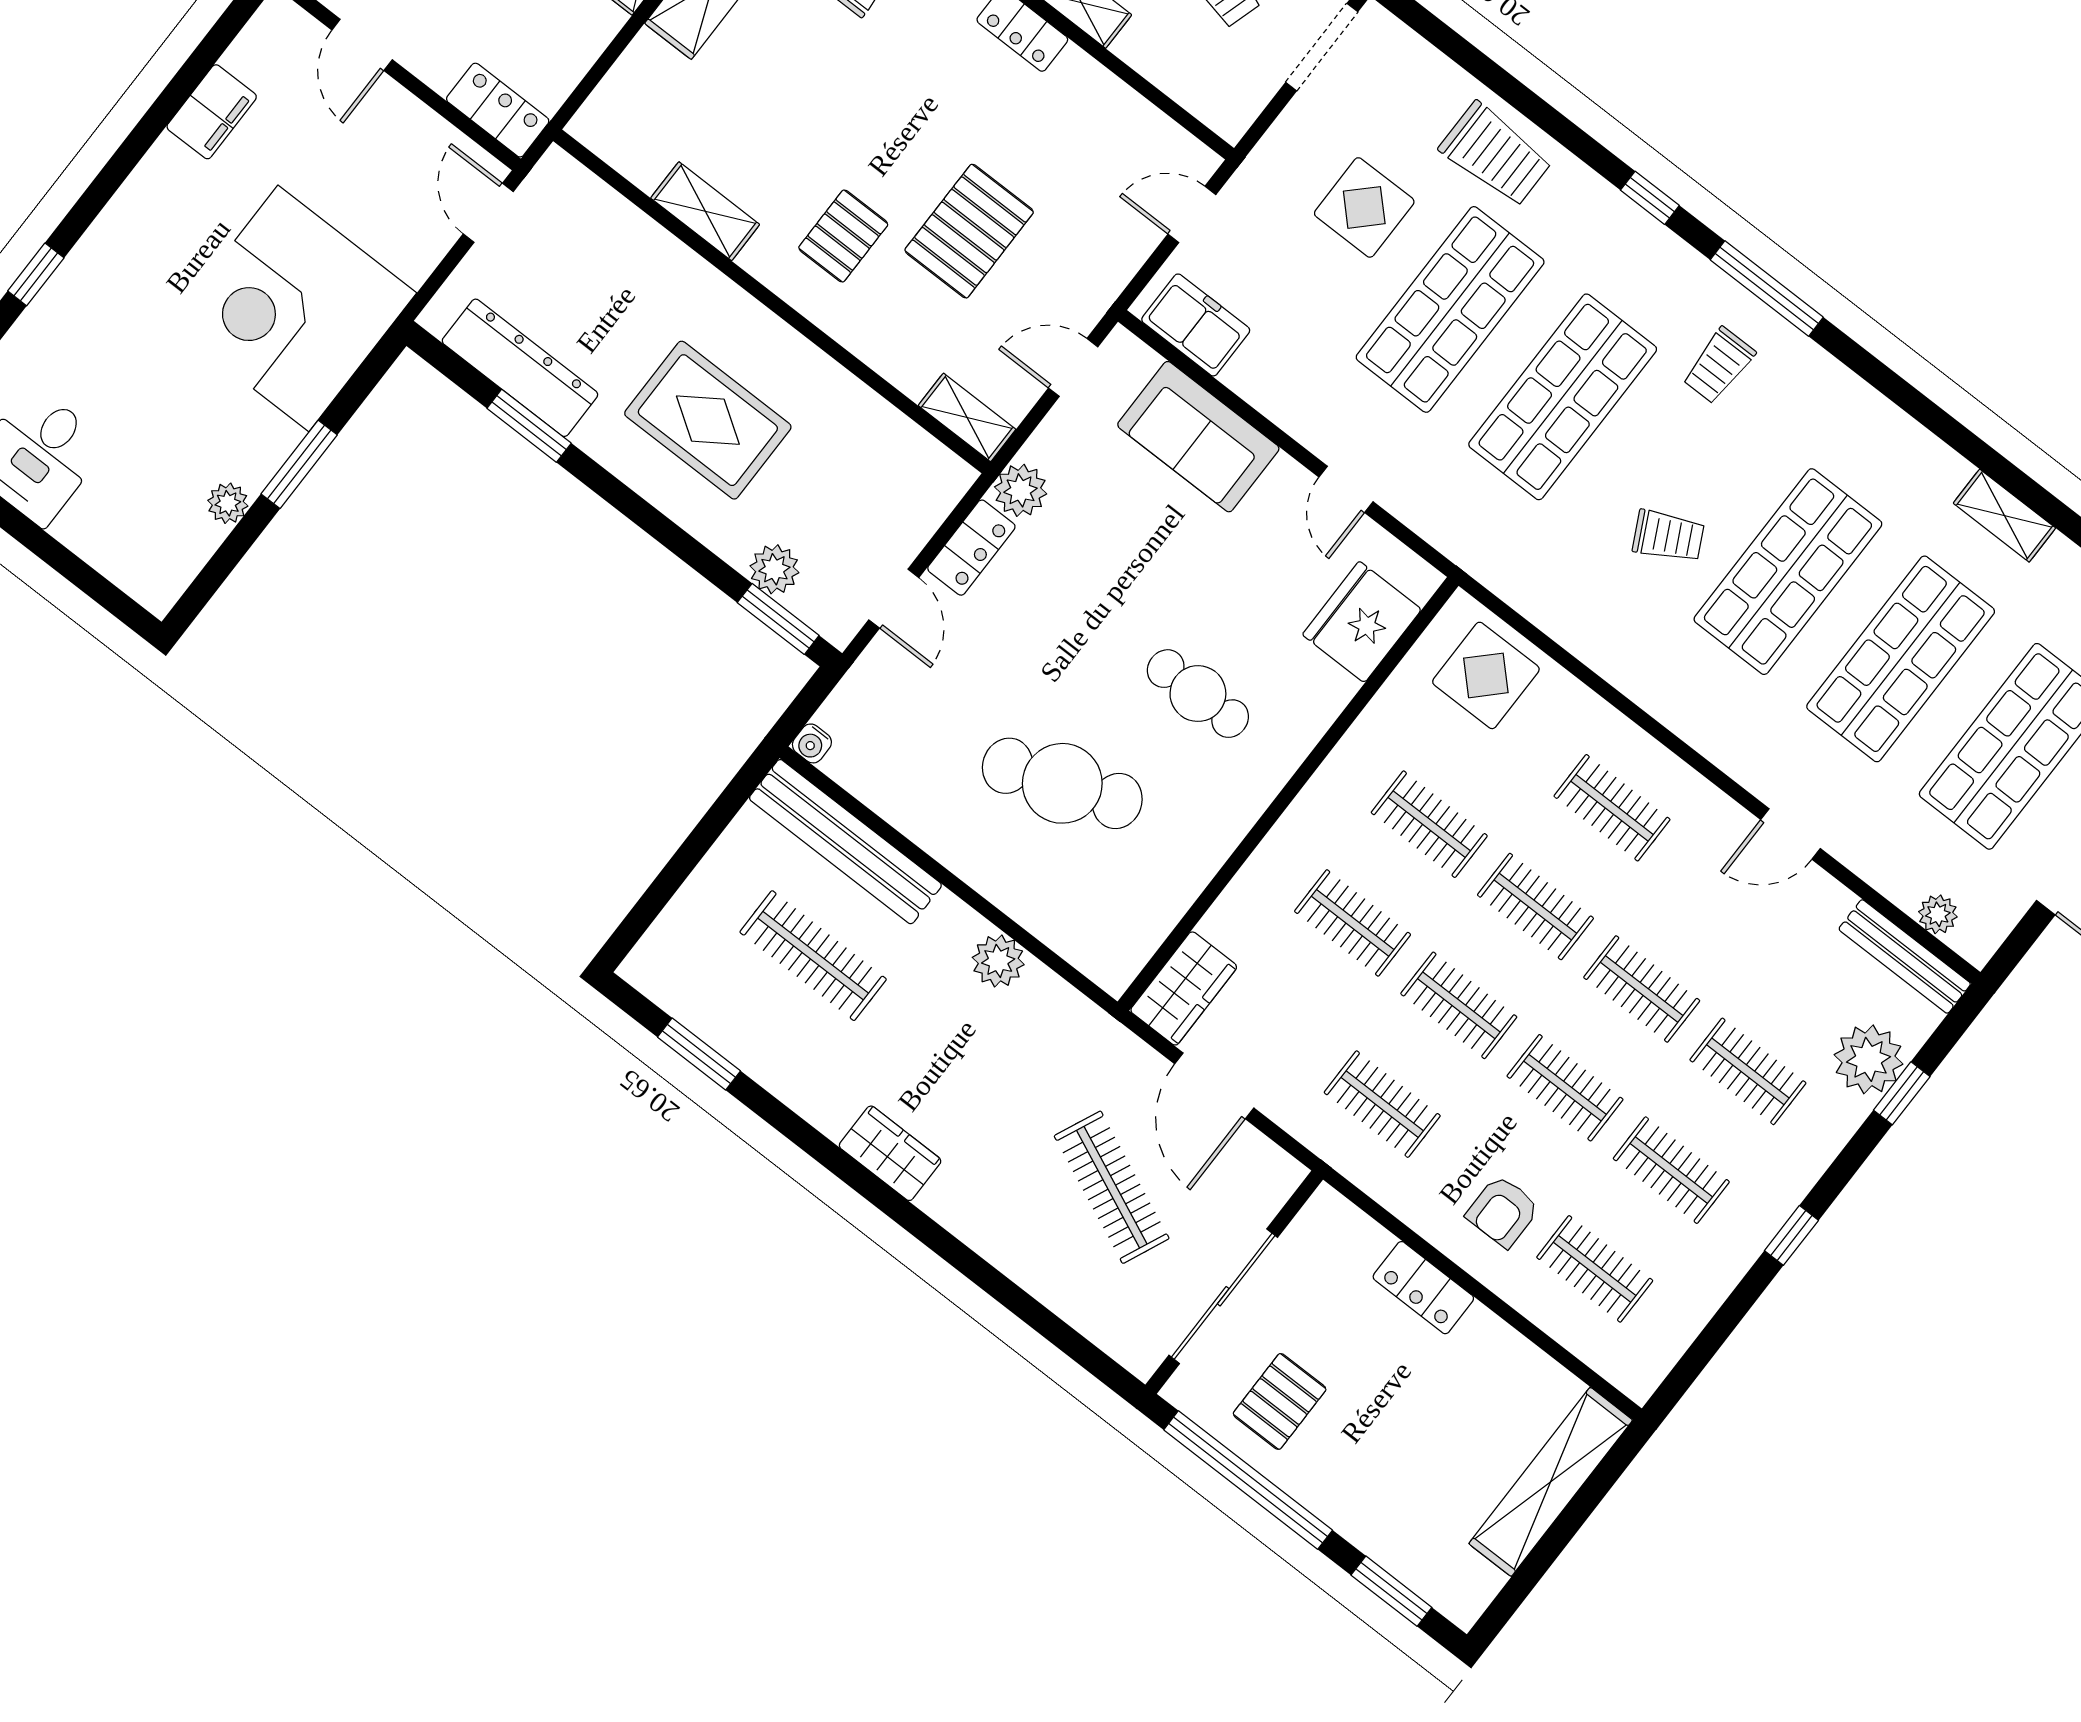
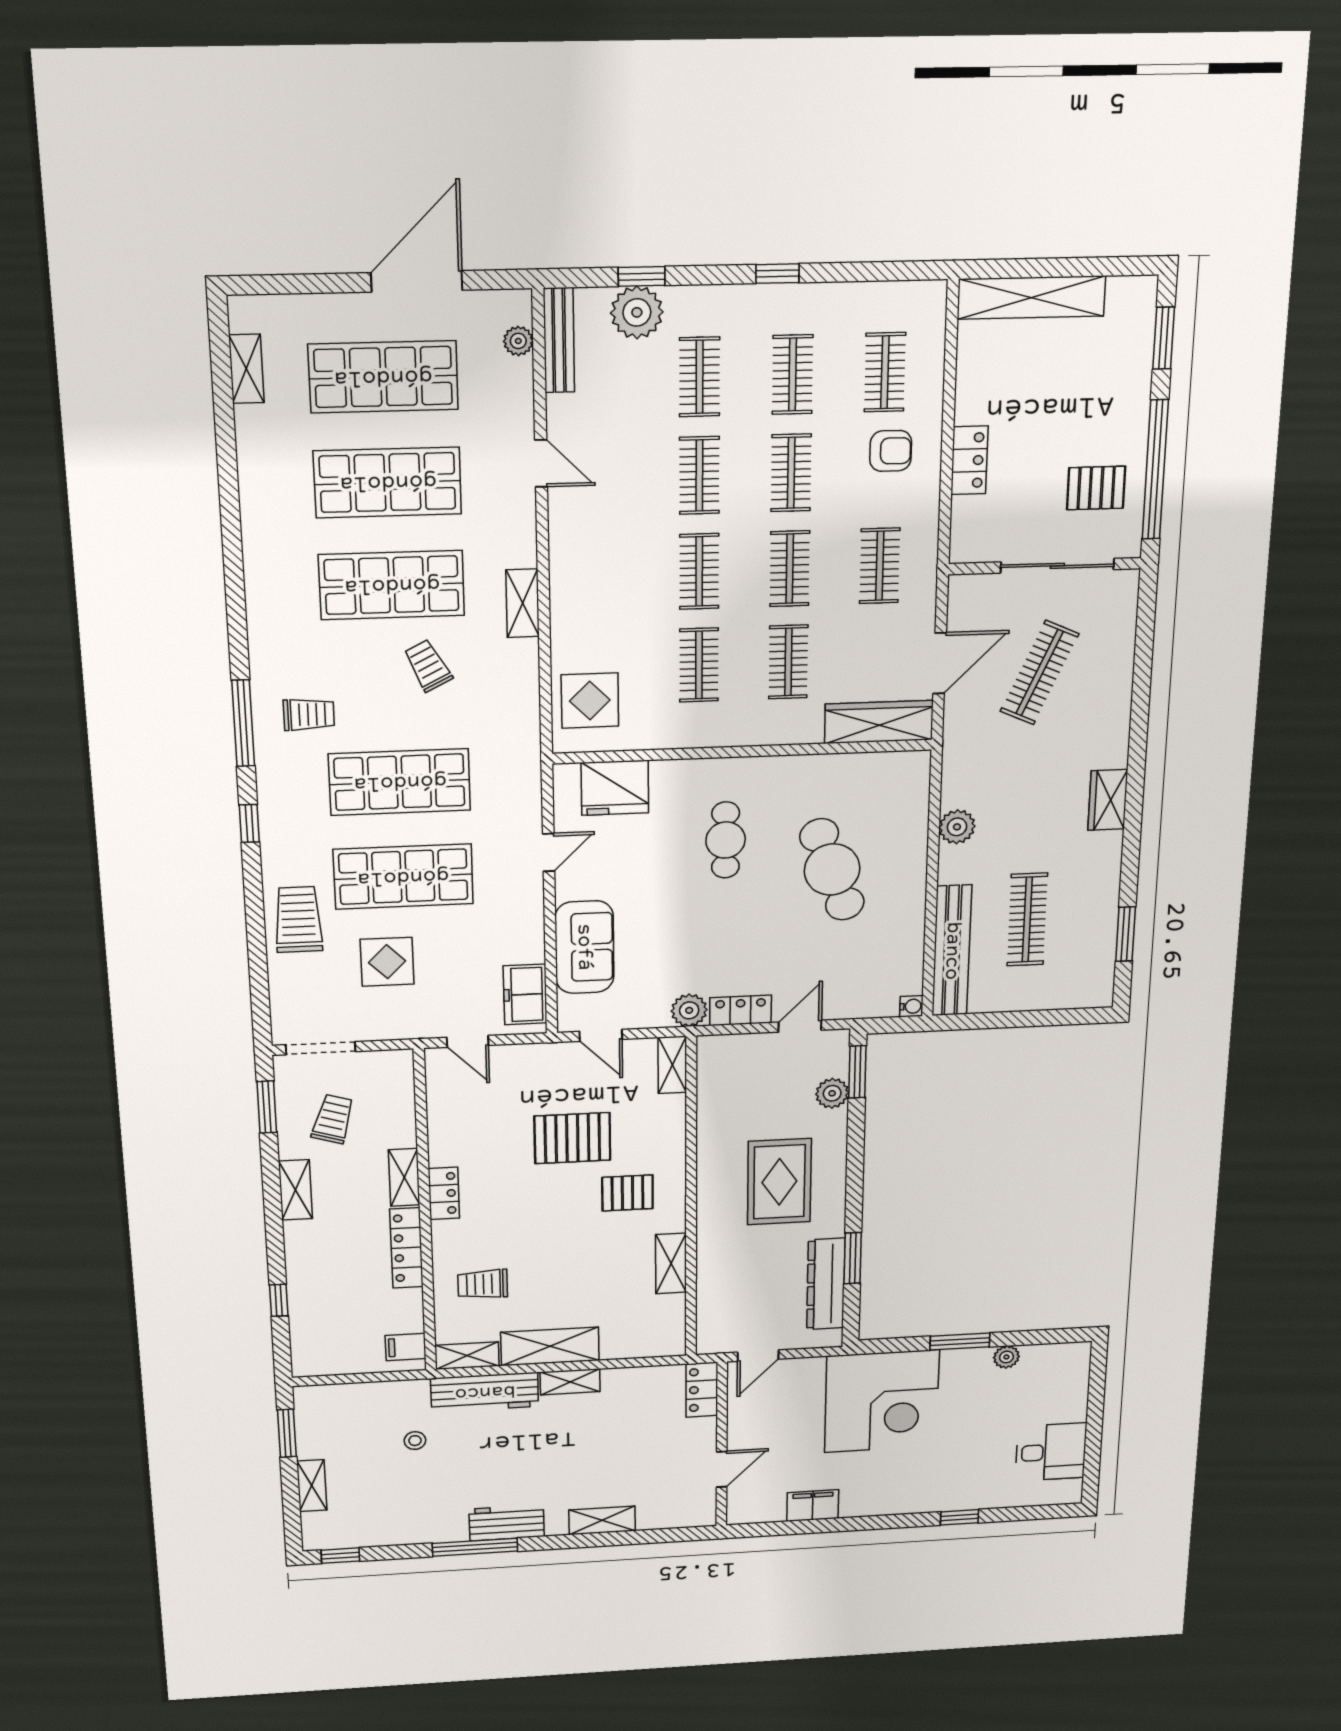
shelving: (2004, 516) -> (523, 603), moved
clothes rail: (1612, 808) -> (608, 574), removed
wardrobe: (1184, 988) -> (879, 722), width x1.50

